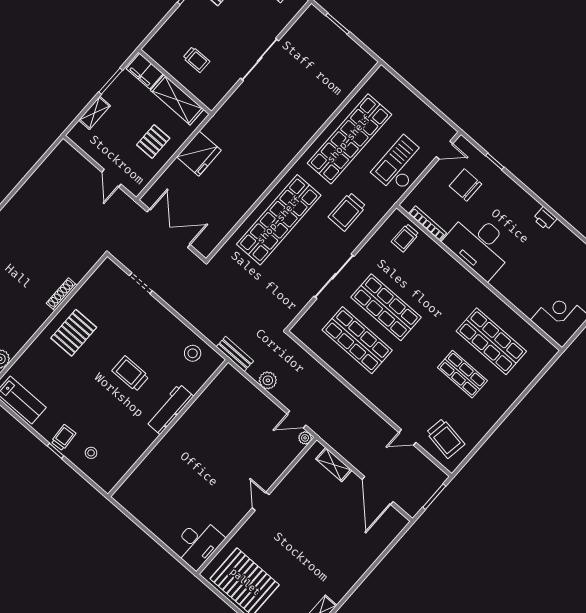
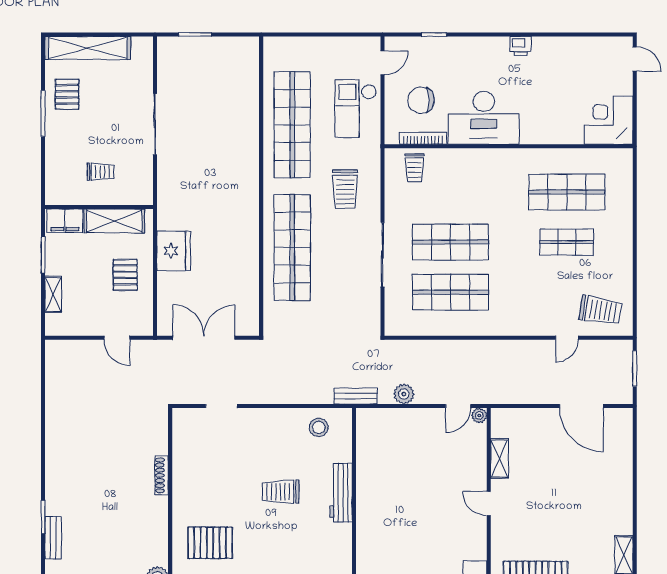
chair: (466, 185) -> (421, 100), moved
pallet: (74, 333) -> (210, 543), moved, turned 90
shelving: (334, 465) -> (499, 459), moved, turned 90

